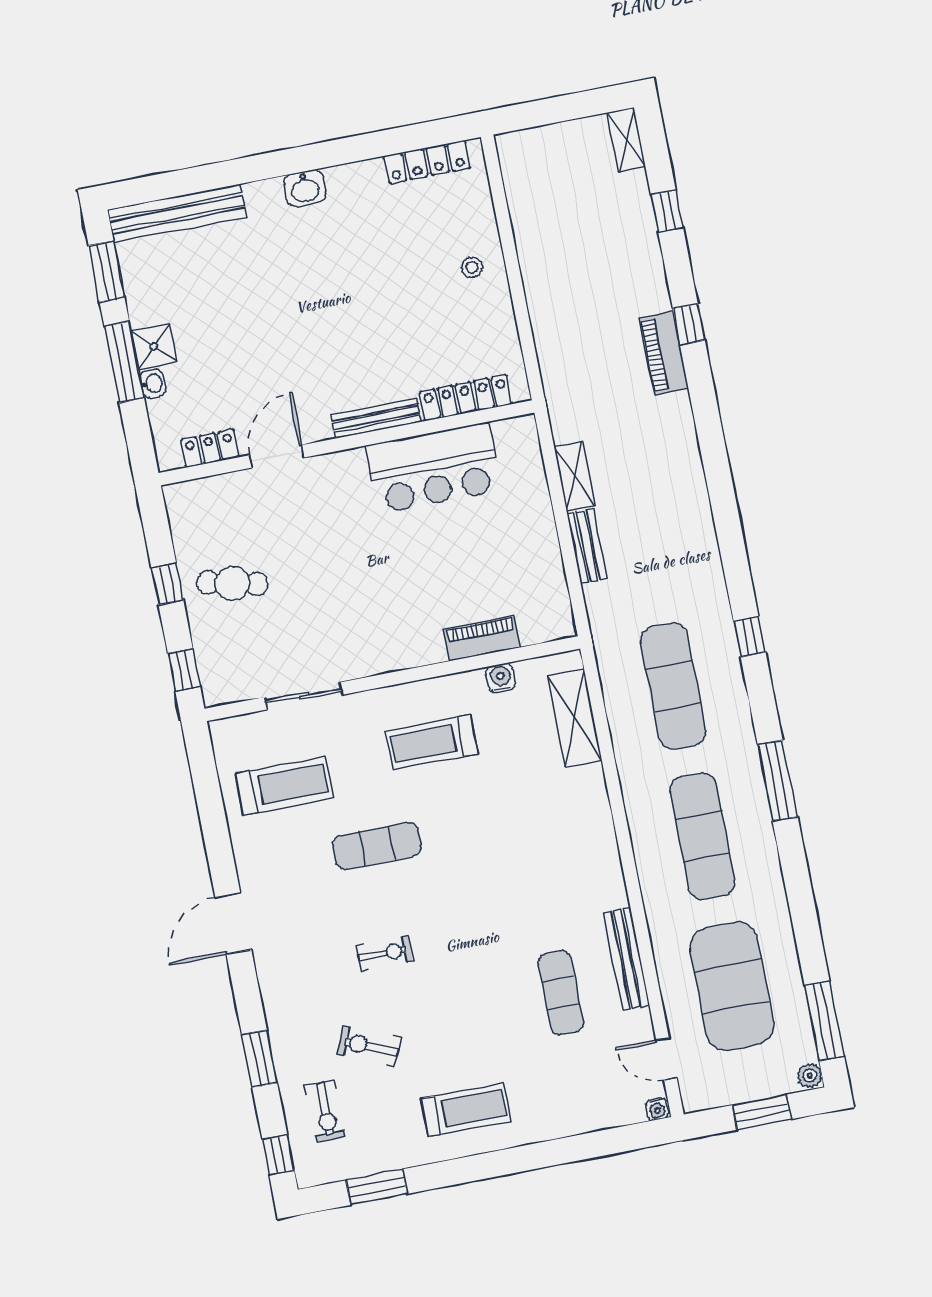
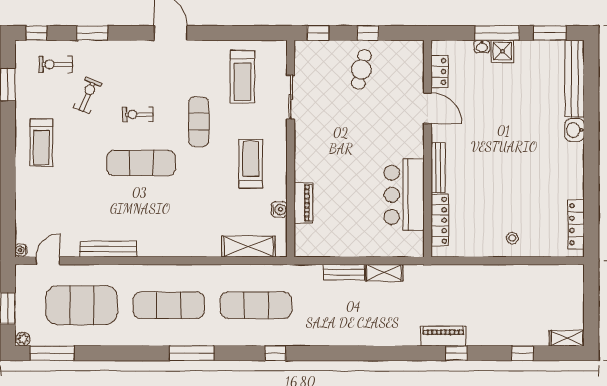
washbasin: (305, 188) -> (575, 130), moved
exercise bike: (385, 953) -> (138, 114), turned 90
exercise mat: (561, 993) -> (141, 163), moved, width x1.36, depth x1.45

